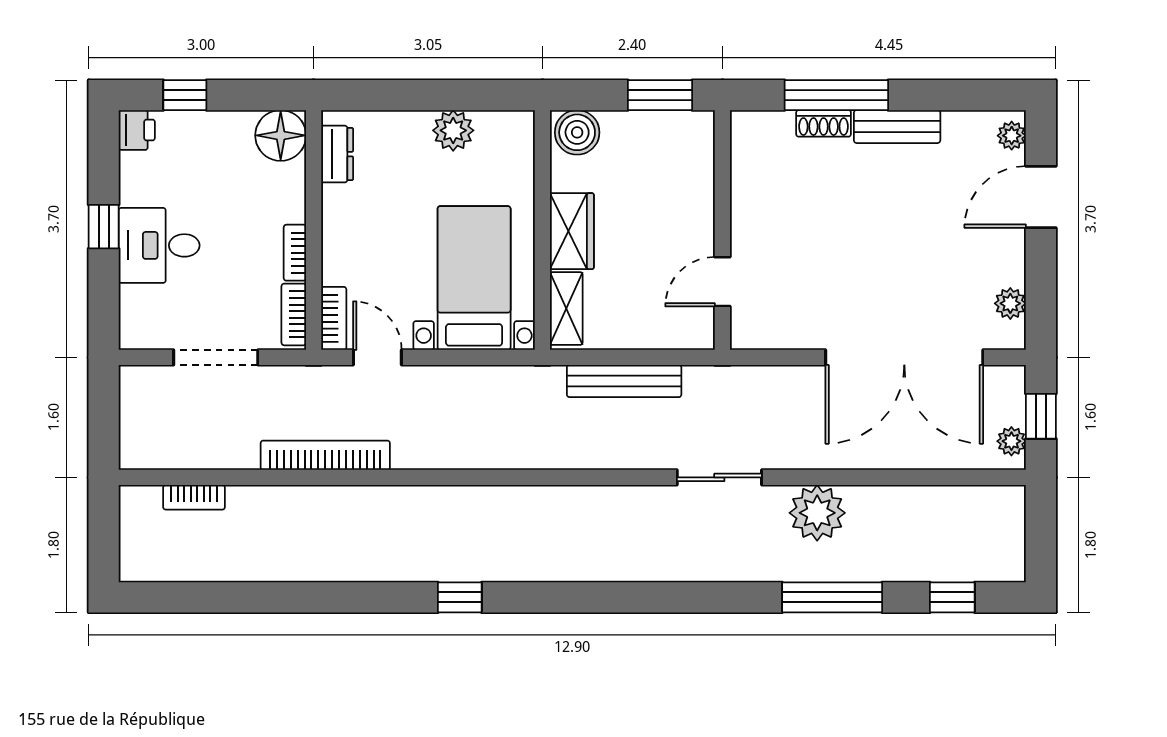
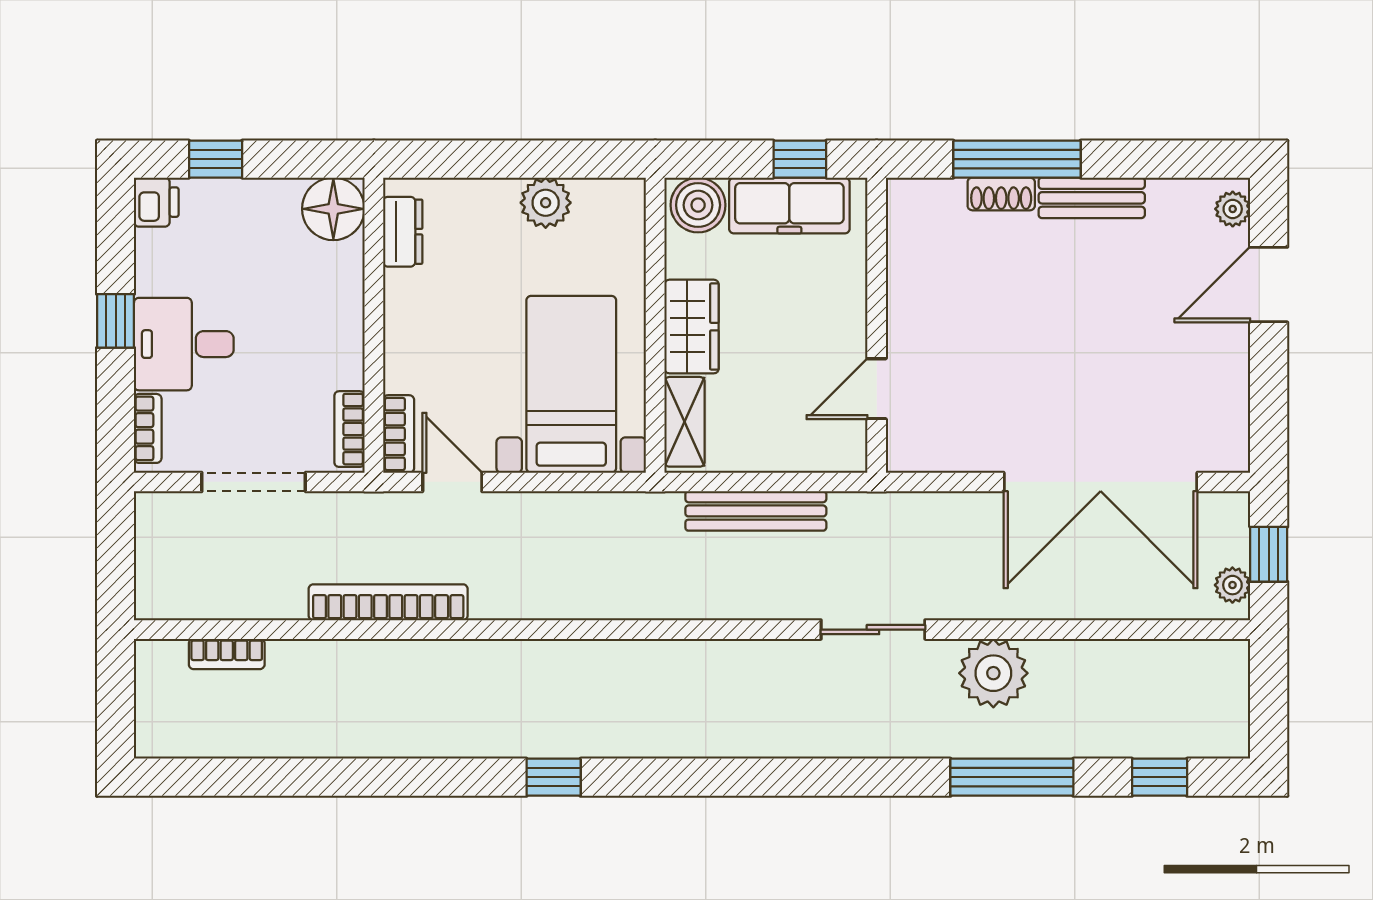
window: (660, 95) -> (800, 159), width x0.67
freezer: (651, 133) -> (789, 205), added
bookcase: (295, 253) -> (148, 428), moved, turned 180
plant: (1010, 303) -> (1231, 416), removed

